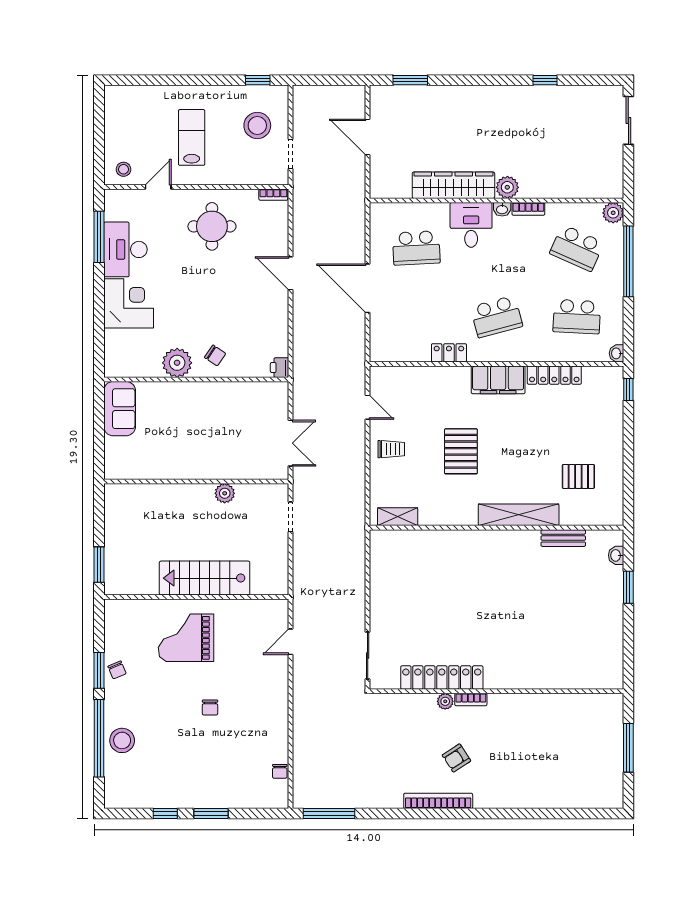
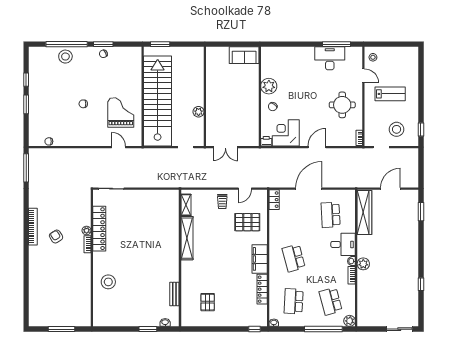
wardrobe: (453, 185) -> (364, 212), moved
school desk: (577, 248) -> (331, 301), turned -39
corner desk: (129, 303) -> (286, 133), moved, turned 180
locker: (449, 353) -> (274, 200), moved
pallet: (461, 451) -> (247, 222), moved
shelving: (519, 515) -> (187, 238), moved
stairs: (205, 578) -> (158, 101), width x1.86, depth x1.51
grand piano: (186, 638) -> (121, 112), moved
stool: (541, 661) -> (108, 282), added

